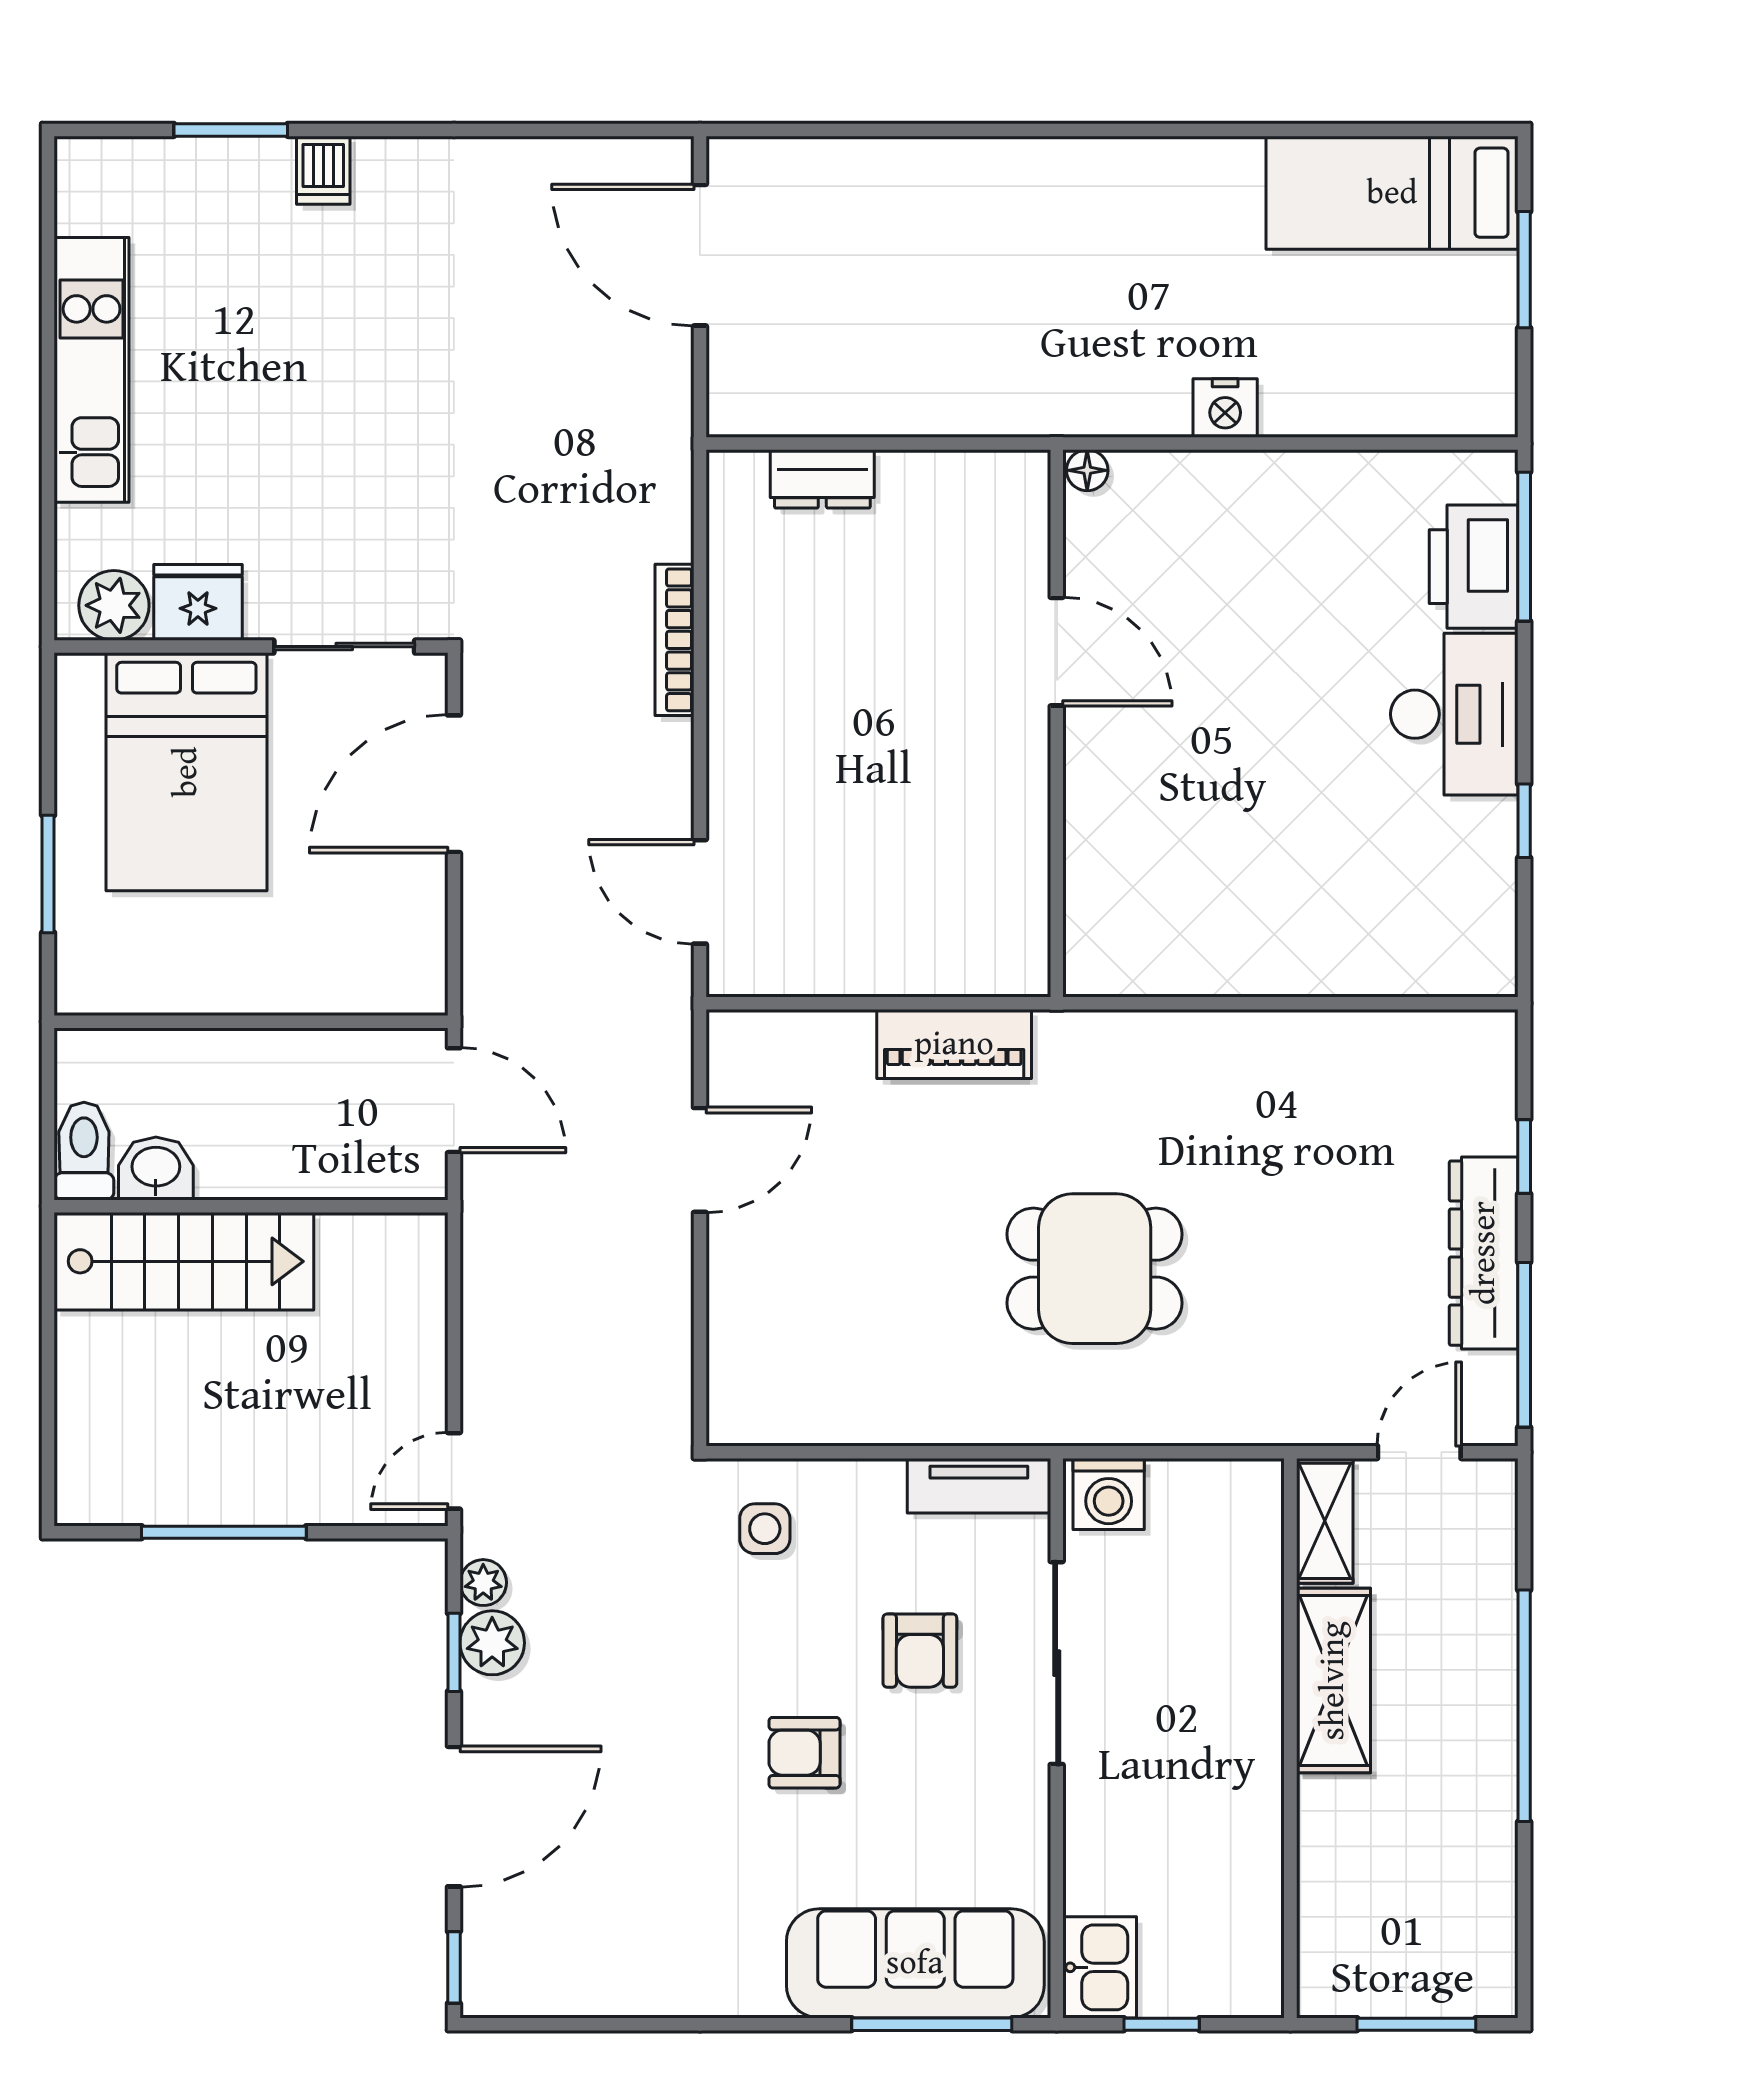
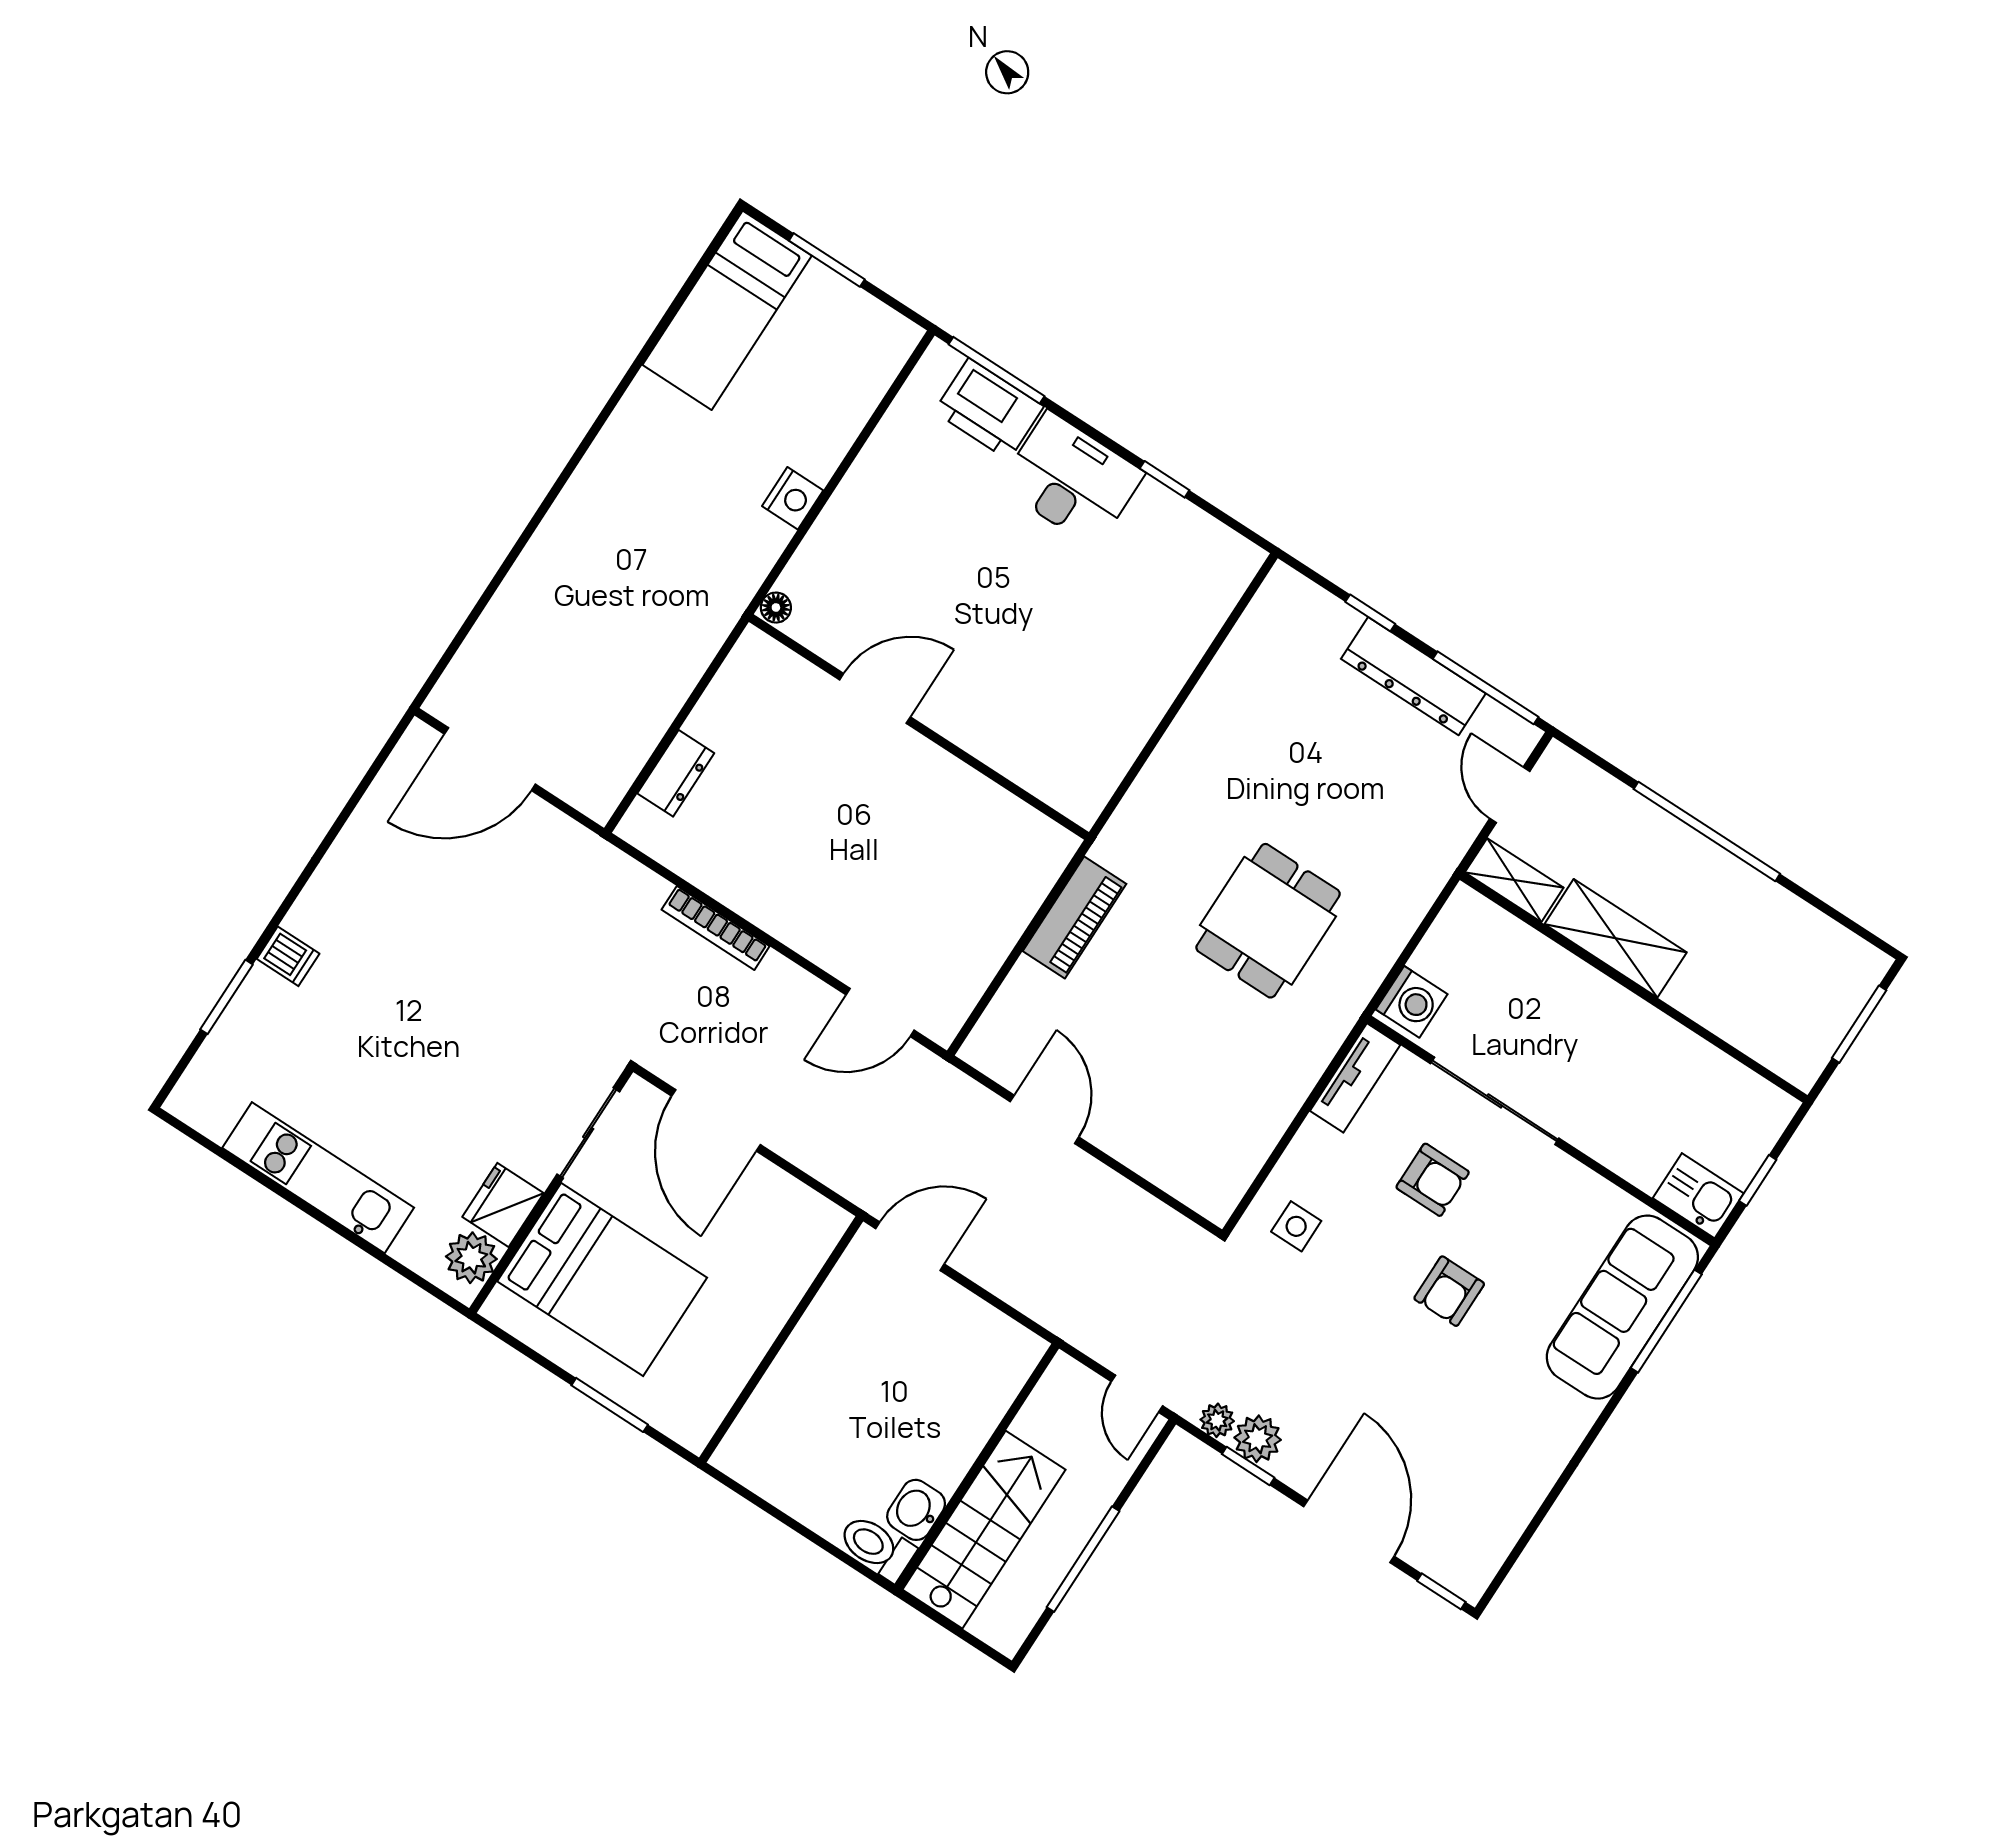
toilet: (84, 1151) -> (877, 1547), moved
washbasin: (156, 1169) -> (916, 1510), moved
wall: (251, 1206) -> (977, 1467), moved
stairs: (184, 1261) -> (984, 1530), moved

